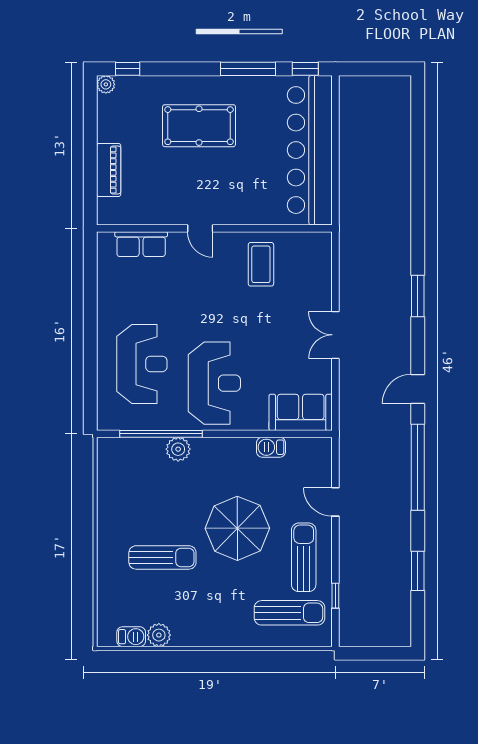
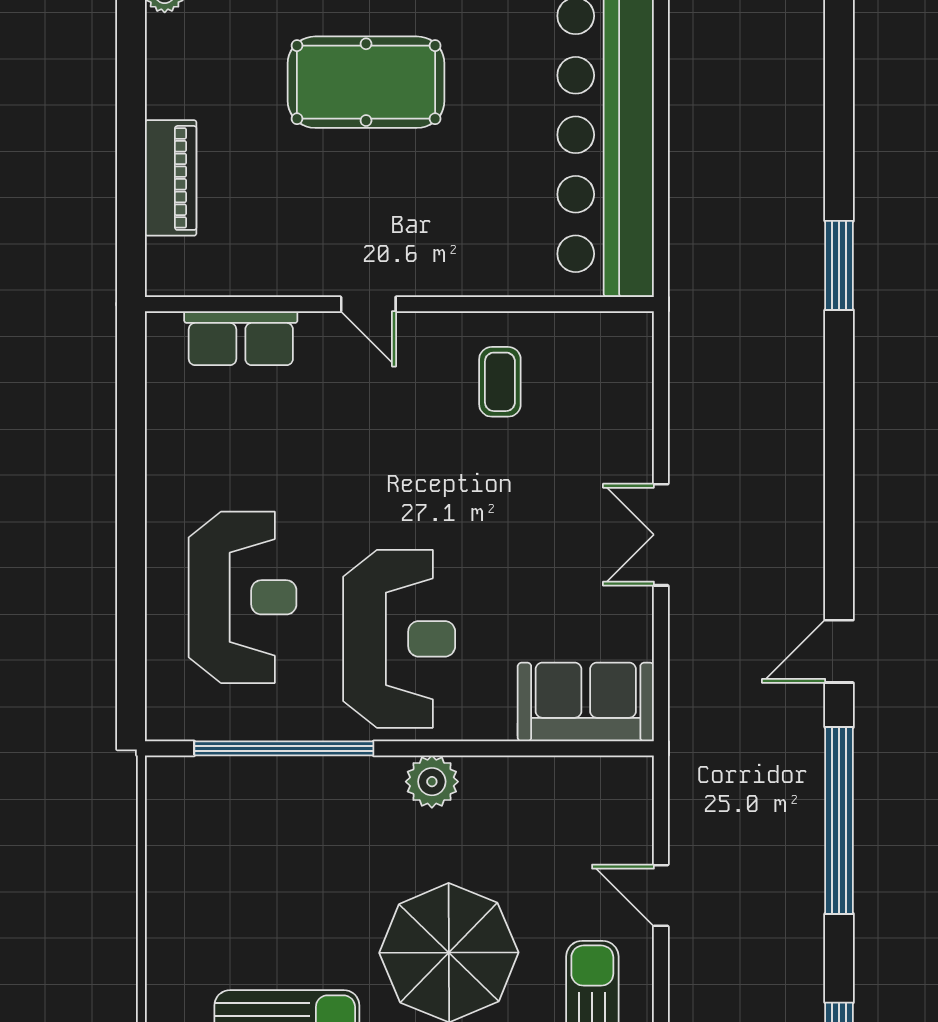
coffee table: (261, 264) -> (500, 382), width x0.73, depth x0.77
window: (418, 296) -> (839, 265), moved
barbecue: (271, 447) -> (522, 777), removed
plant: (178, 449) -> (432, 782), moved

